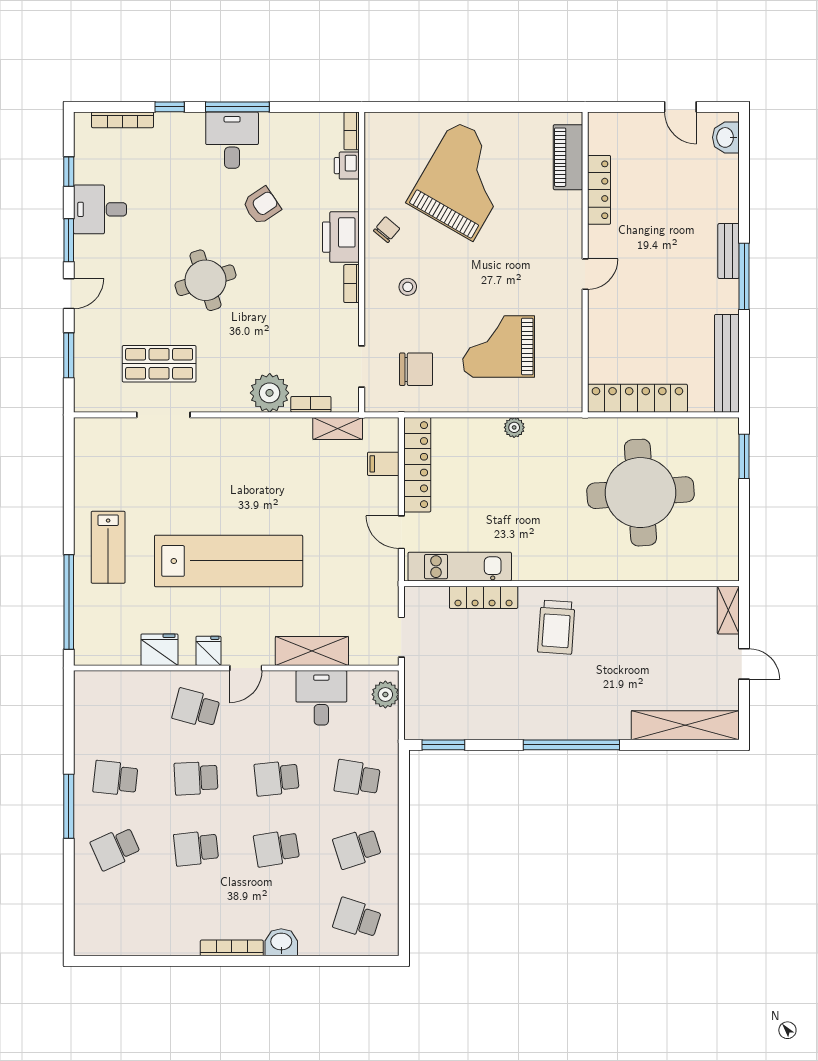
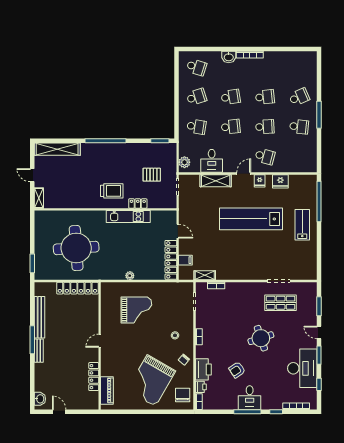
desk: (100, 209) -> (302, 368), width x1.87, depth x1.30
printer: (341, 237) -> (203, 369), moved
door: (69, 294) -> (319, 332), hinge flipped
bench: (727, 363) -> (39, 317), moved
chair: (416, 369) -> (183, 395), moved, turned 90
plant: (270, 393) -> (234, 290), removed
kitchen unit: (460, 567) -> (128, 217), moved
locker: (484, 597) -> (138, 204), width x0.66
trolley: (556, 627) -> (112, 191), turned 86
pallet: (463, 665) -> (152, 175), added

